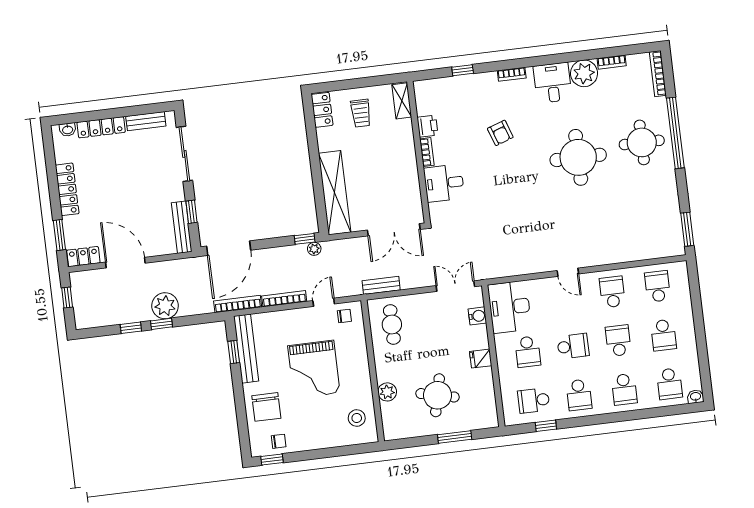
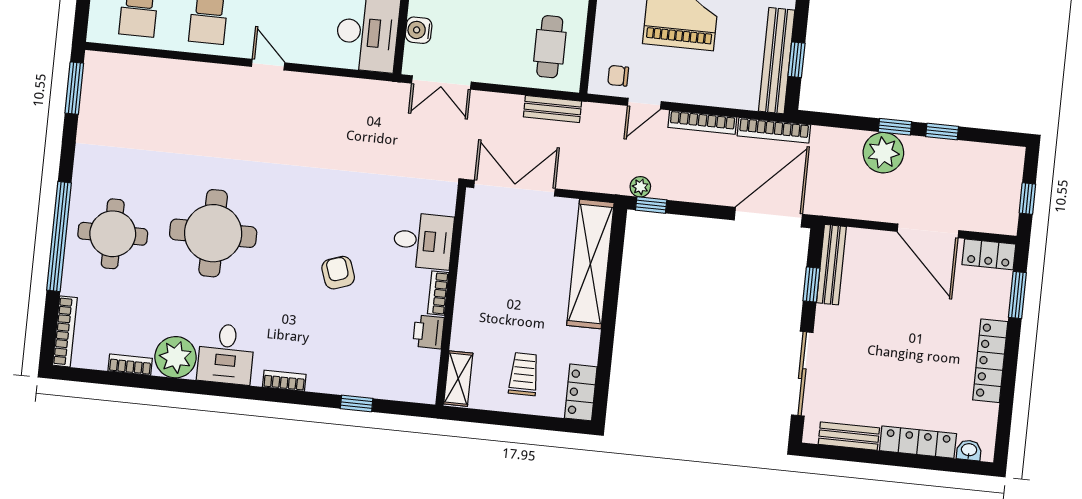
armchair: (500, 133) -> (338, 273), moved

